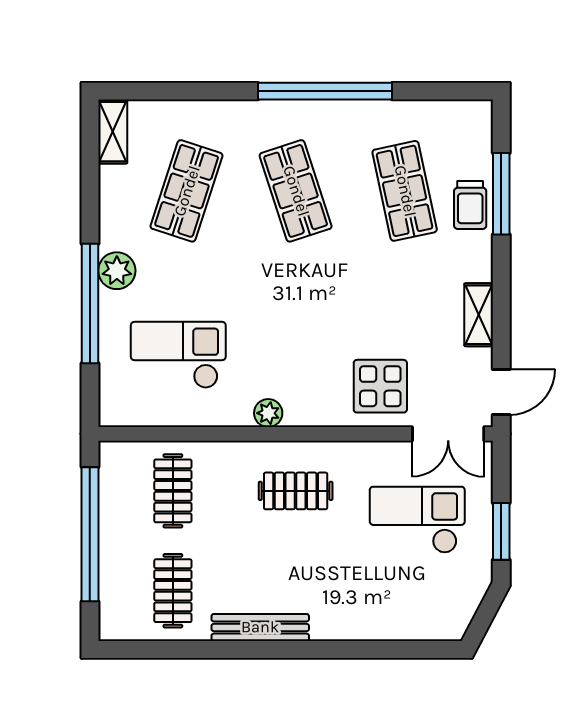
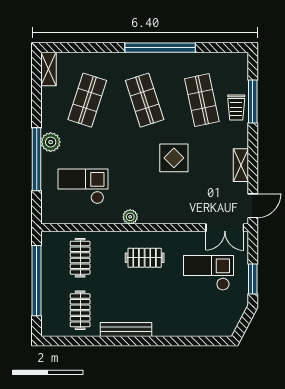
display table: (380, 386) -> (174, 158), moved

